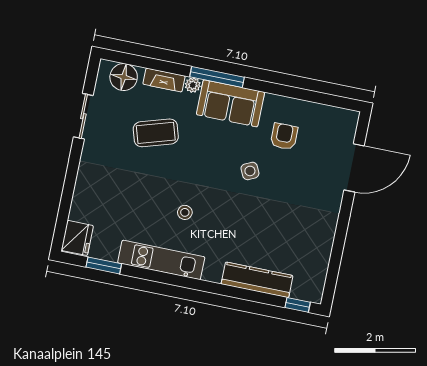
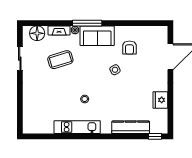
armchair: (284, 136) -> (129, 48), turned 180
fridge: (77, 238) -> (160, 100), moved, turned 180
window: (104, 265) -> (47, 136), removed

